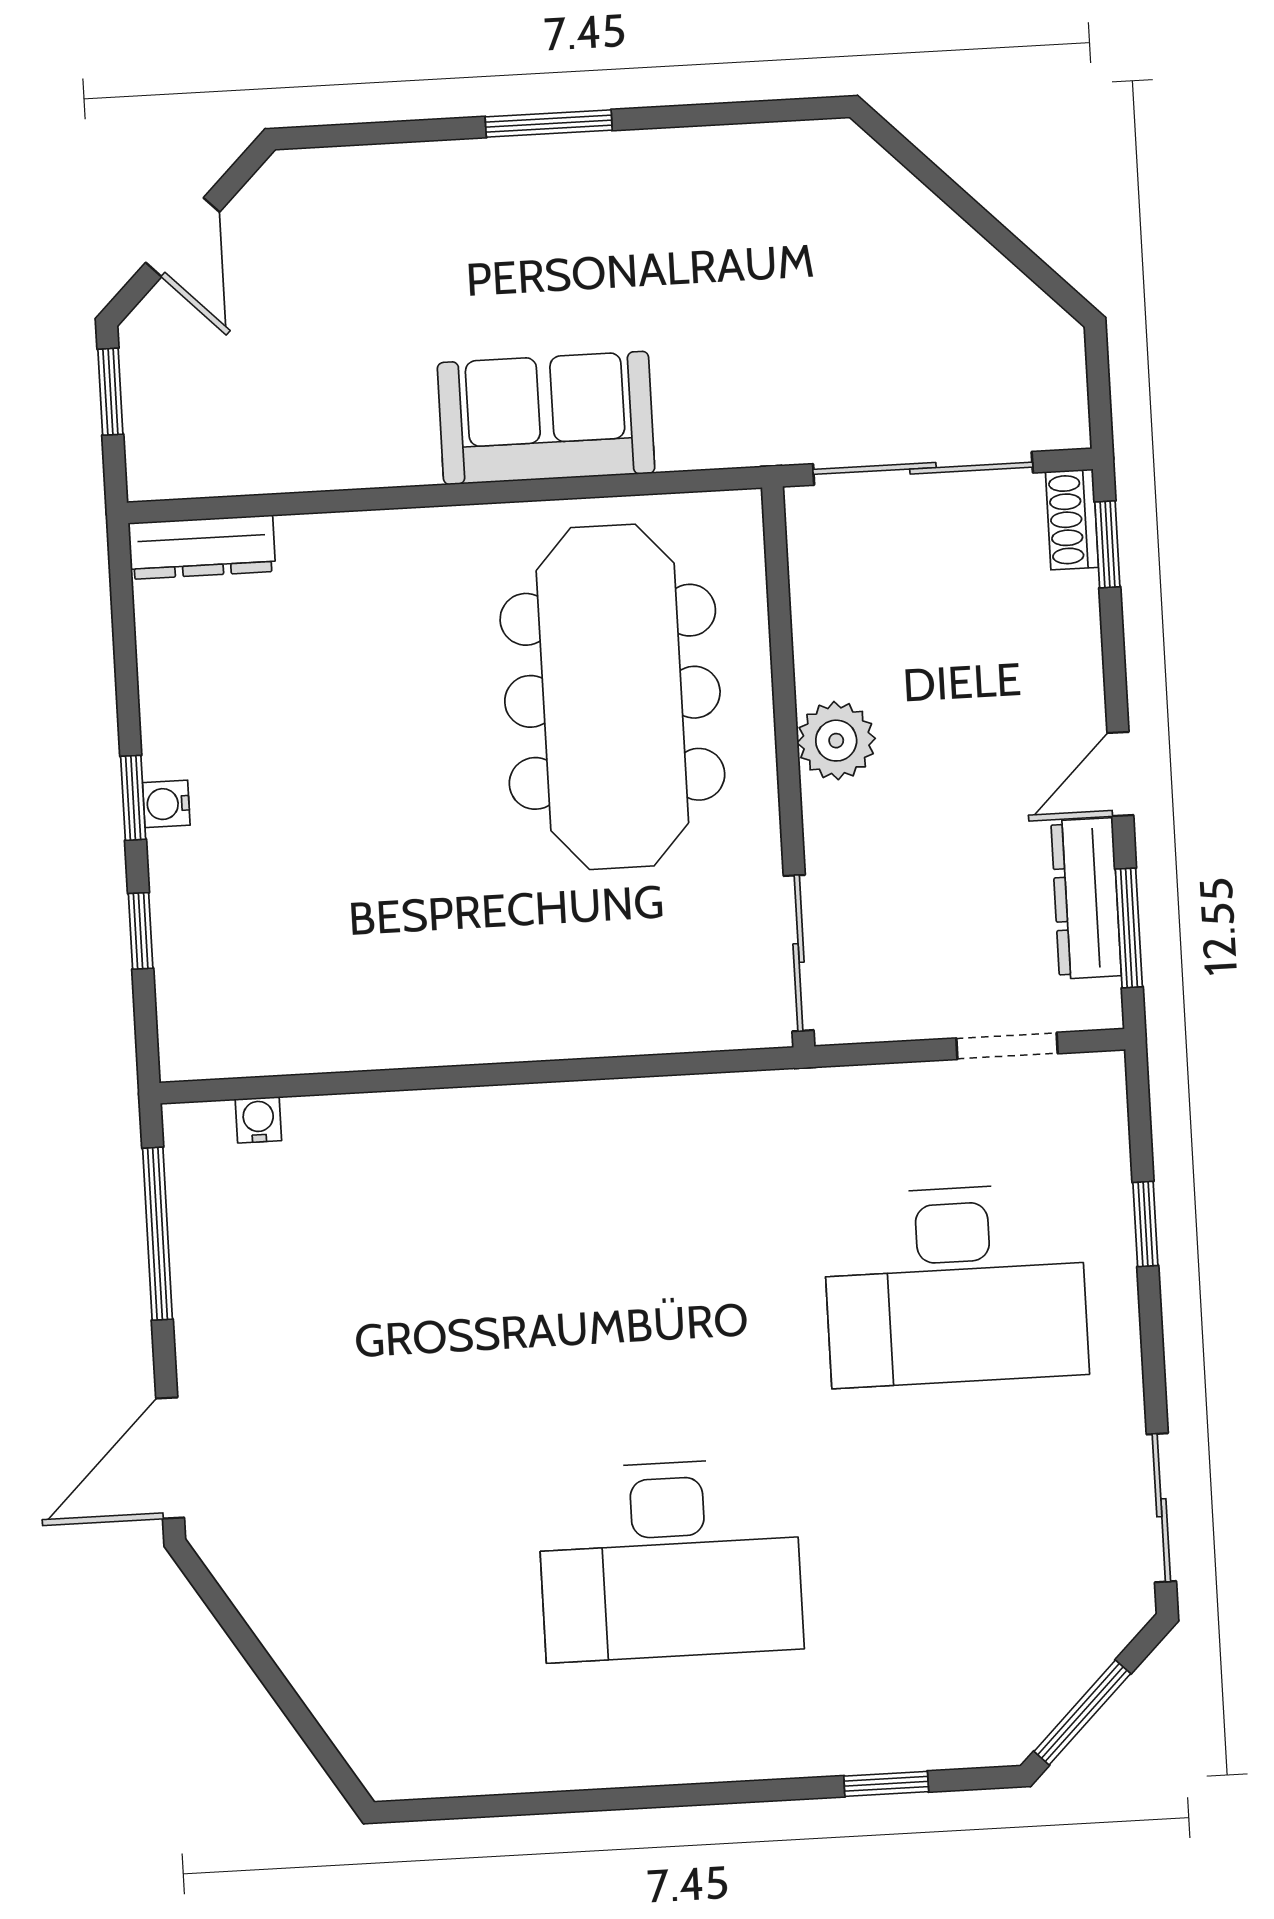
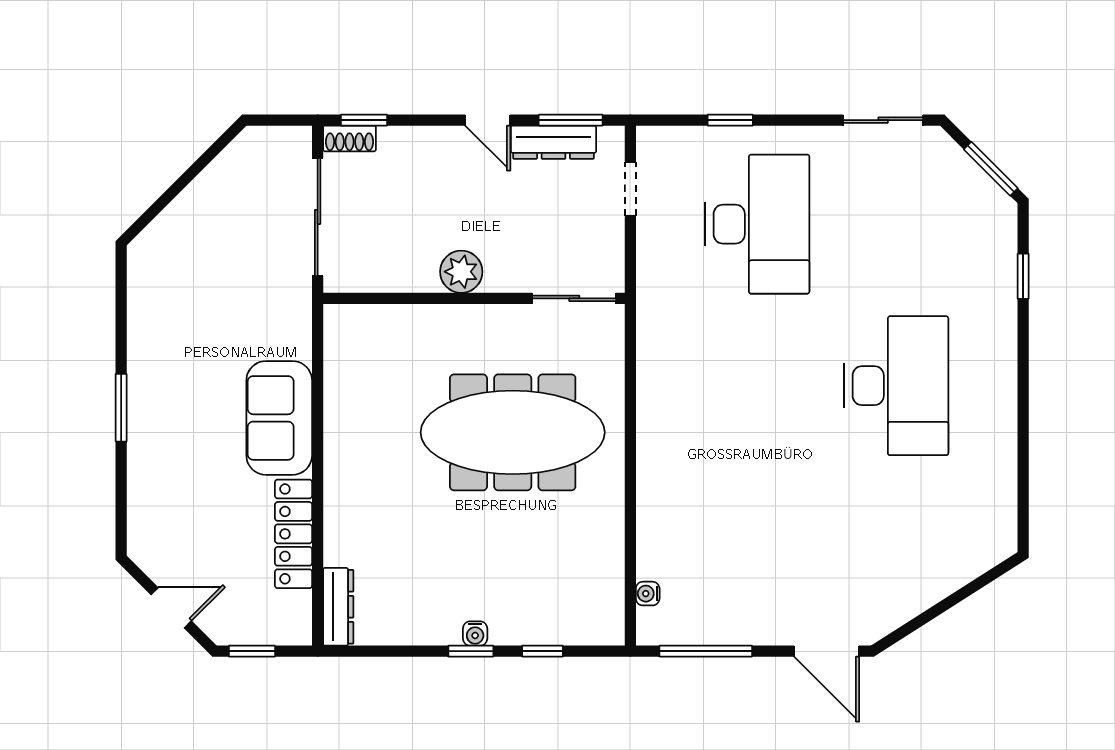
locker: (332, 457) -> (294, 534), added
meeting table: (612, 697) -> (513, 432), moved

